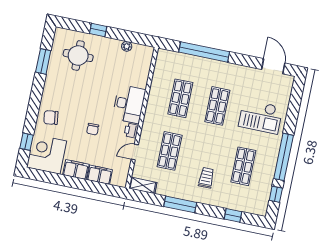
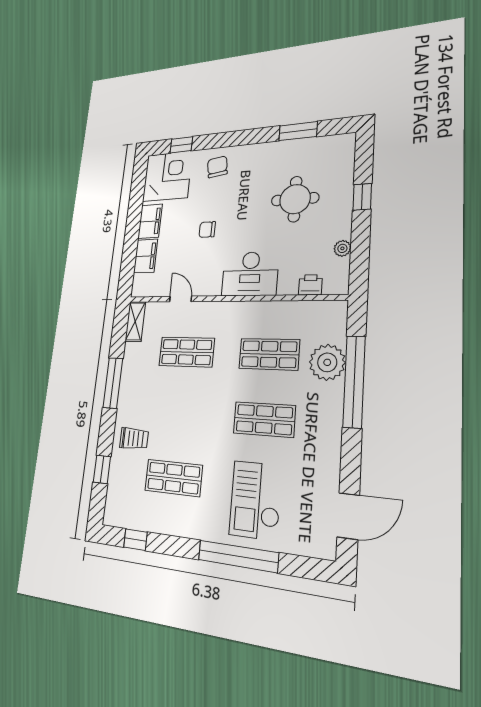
round table: (78, 56) -> (295, 199), moved
plant: (191, 65) -> (327, 362), added
printer: (131, 131) -> (310, 285), moved
window: (284, 157) -> (238, 556), moved
trolley: (206, 178) -> (134, 439), moved

